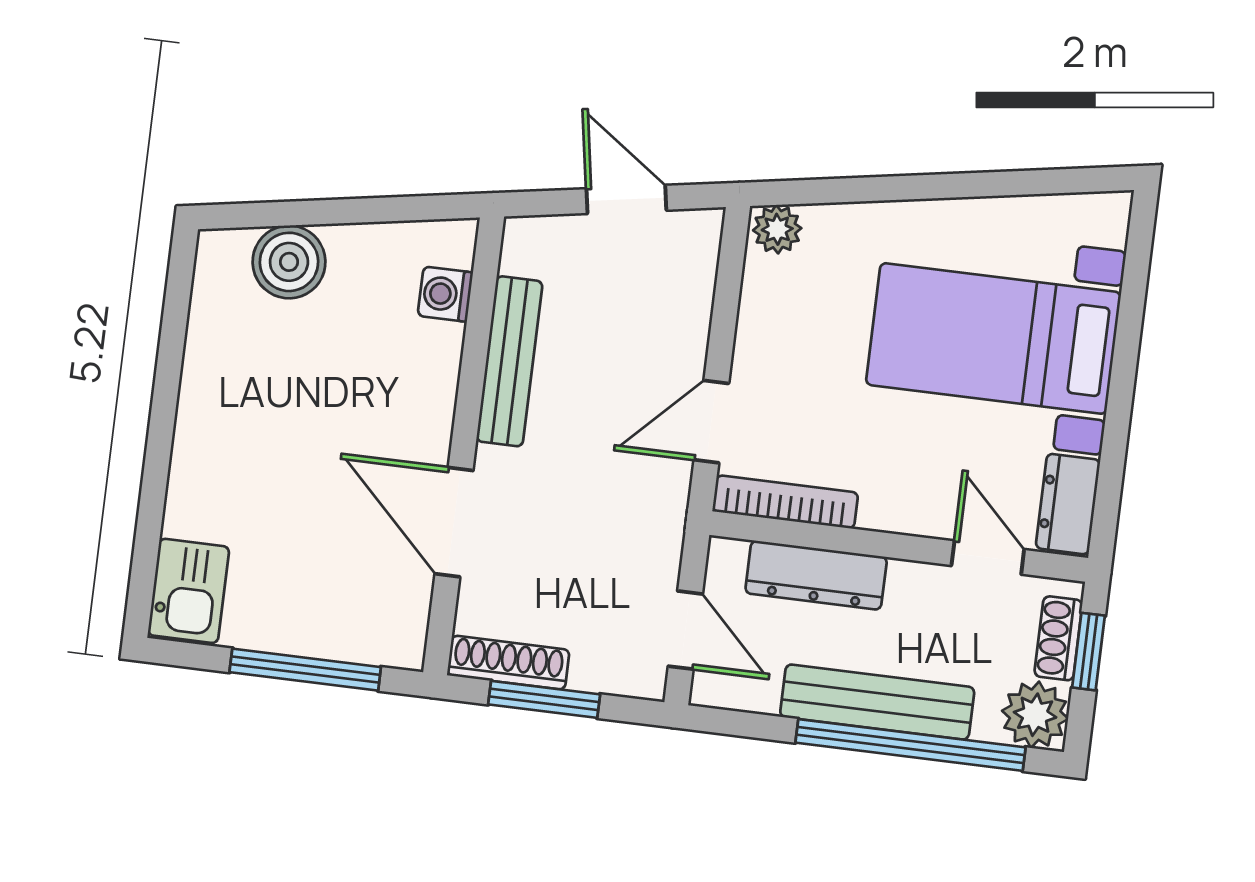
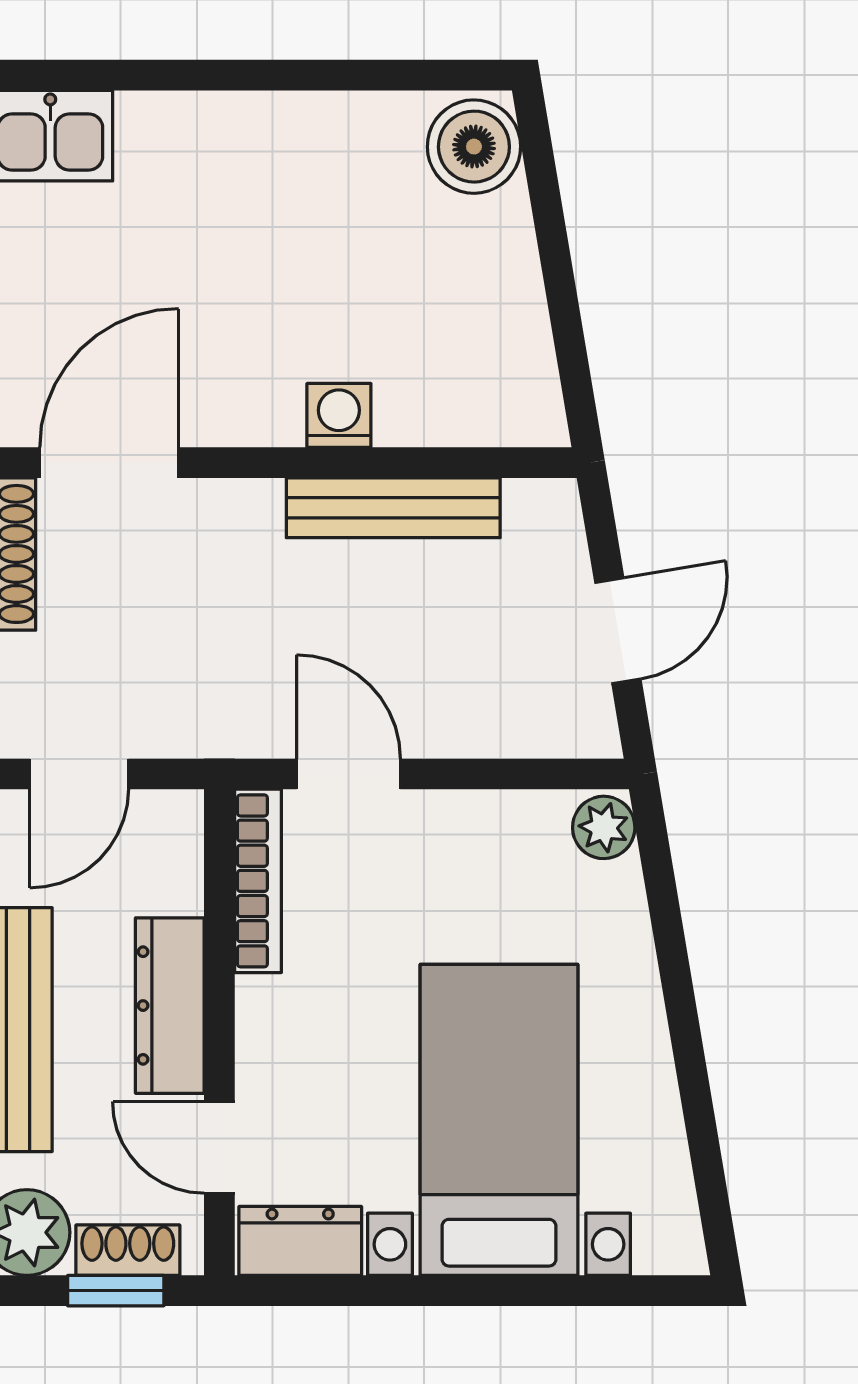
boiler: (289, 262) -> (474, 147), moved
washing machine: (445, 294) -> (339, 415), moved
door: (454, 522) -> (109, 463), moved
door: (988, 558) -> (219, 1147), swing flipped
dresser: (816, 575) -> (170, 1006), moved

